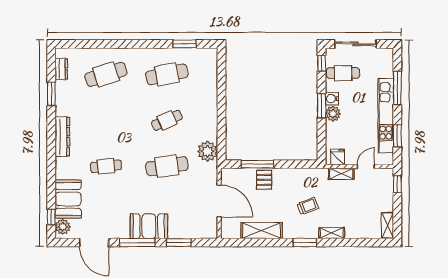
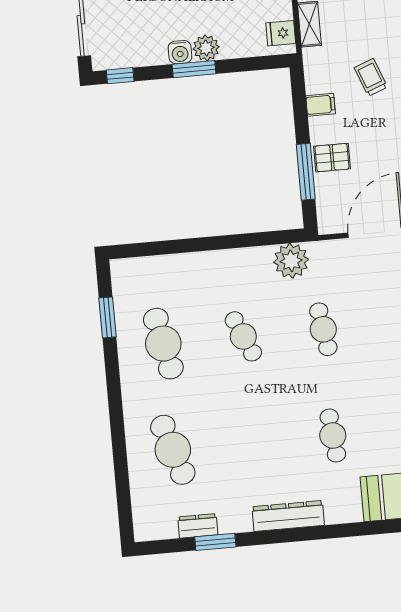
dresser: (61, 69) -> (198, 526), moved
cafe table: (343, 73) -> (134, 37), removed
cafe table: (167, 166) -> (323, 329), width x0.73, depth x0.74
filing cabinet: (295, 176) -> (321, 105), added

